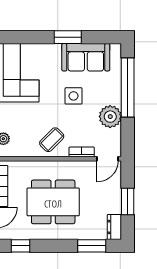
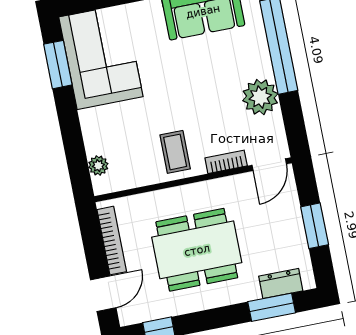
side table: (73, 96) -> (196, 76), removed
coffee table: (52, 140) -> (175, 152), turned -45
dresser: (114, 227) -> (281, 283), moved, turned 90

